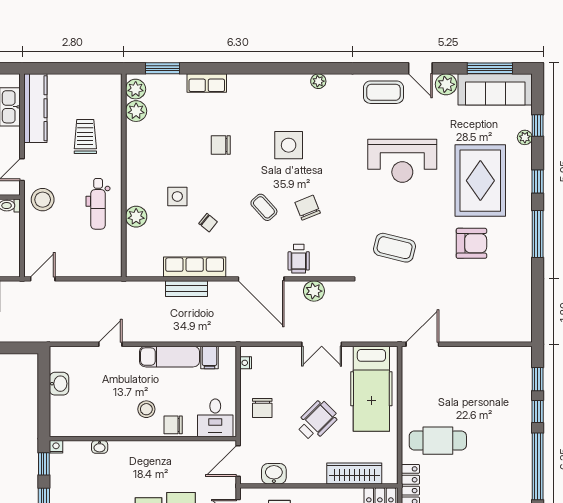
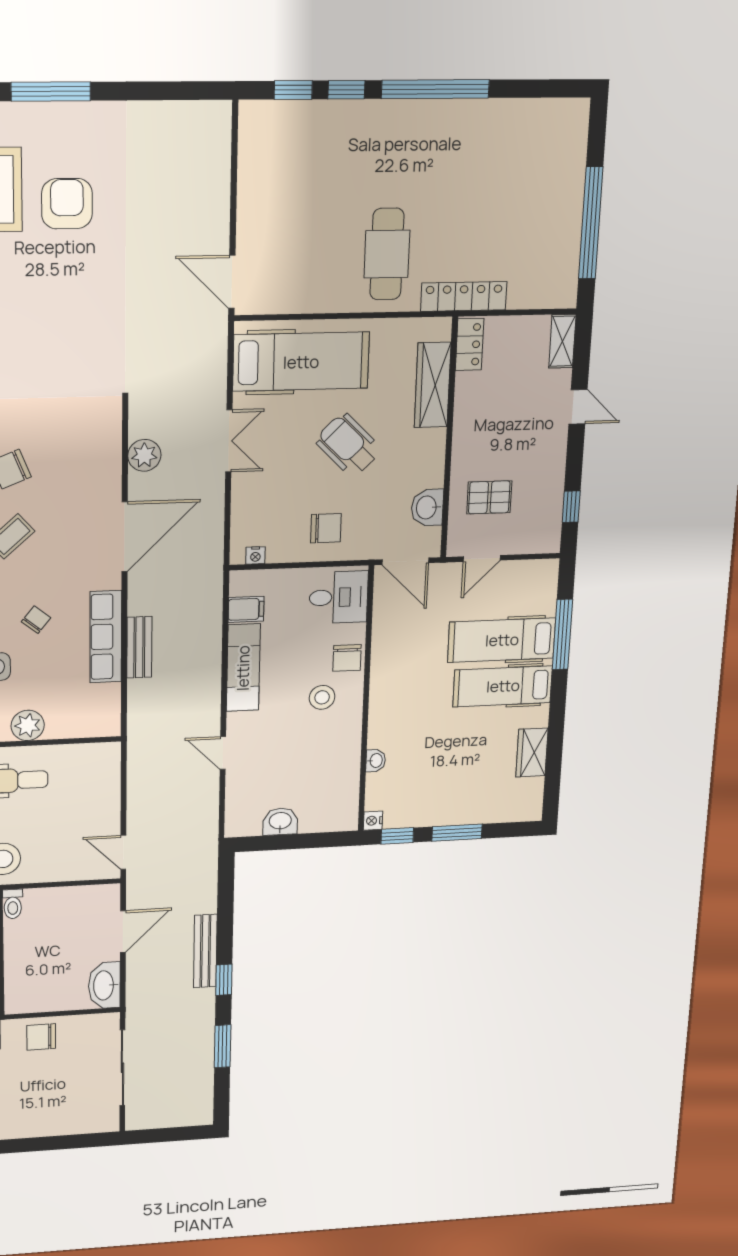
coffee table: (395, 248) -> (75, 330), removed
wheelchair: (299, 259) -> (92, 480), removed

